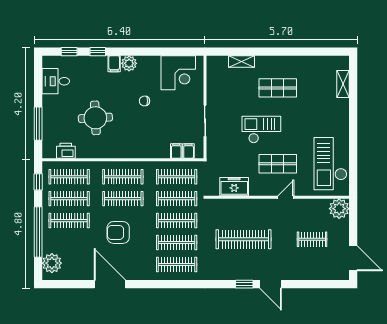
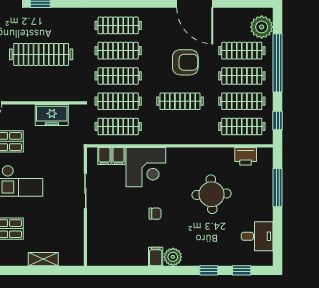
filing cabinet: (114, 64) -> (156, 256), moved
corner desk: (178, 73) -> (146, 167), moved, turned 180
clothes rail: (123, 177) -> (242, 51), moved

